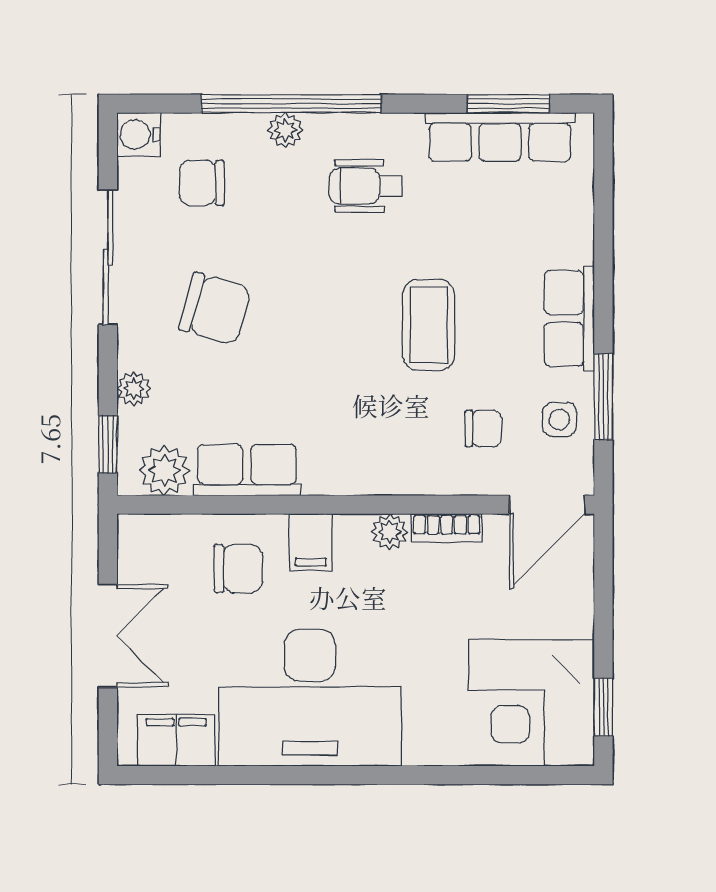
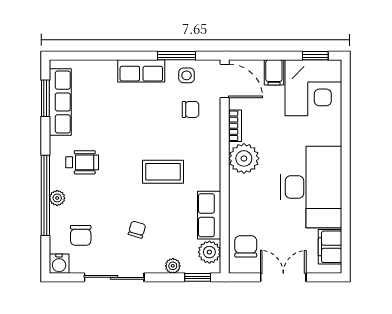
wheelchair: (365, 186) -> (82, 162), turned -90
chair: (215, 309) -> (137, 230), width x0.54, depth x0.54
coffee table: (429, 325) -> (163, 172), moved
chair: (483, 428) -> (191, 109), turned 90
plant: (390, 532) -> (244, 158), width x1.87, depth x1.87
filing cabinet: (311, 542) -> (274, 72), moved, turned 90
chair: (238, 569) -> (246, 246), moved

